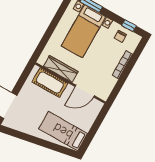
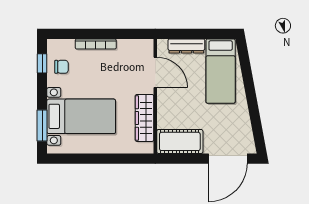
cot: (50, 82) -> (180, 141), moved, turned 90
dresser: (90, 119) -> (186, 46), added

